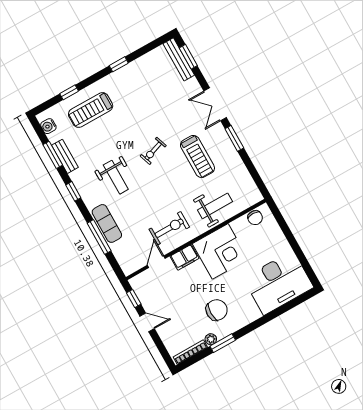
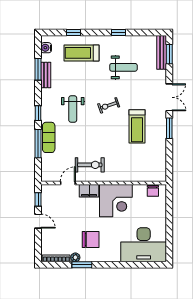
double door: (215, 104) -> (169, 97), swing flipped
window: (73, 191) -> (38, 113), moved
weight bench: (215, 206) -> (123, 67), moved

